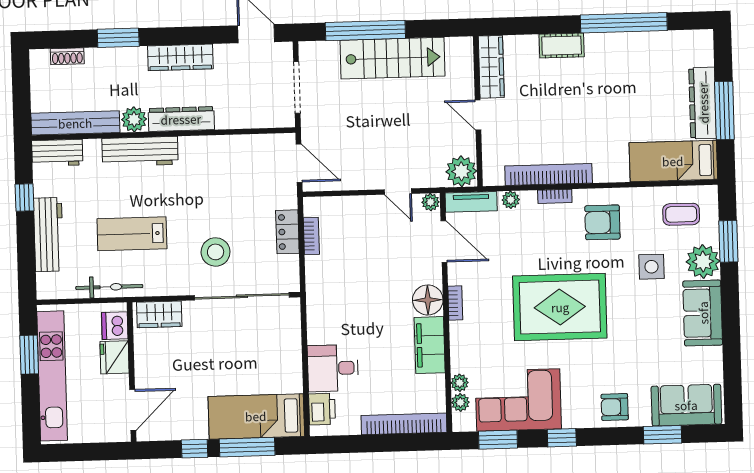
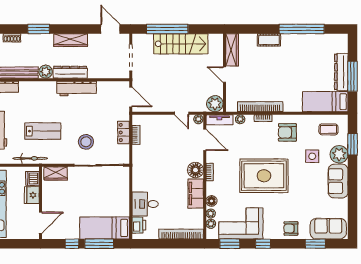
workbench: (140, 151) -> (77, 88), moved
lab bench: (132, 234) -> (43, 131), turned 180
floor lamp: (460, 359) -> (212, 201), added

